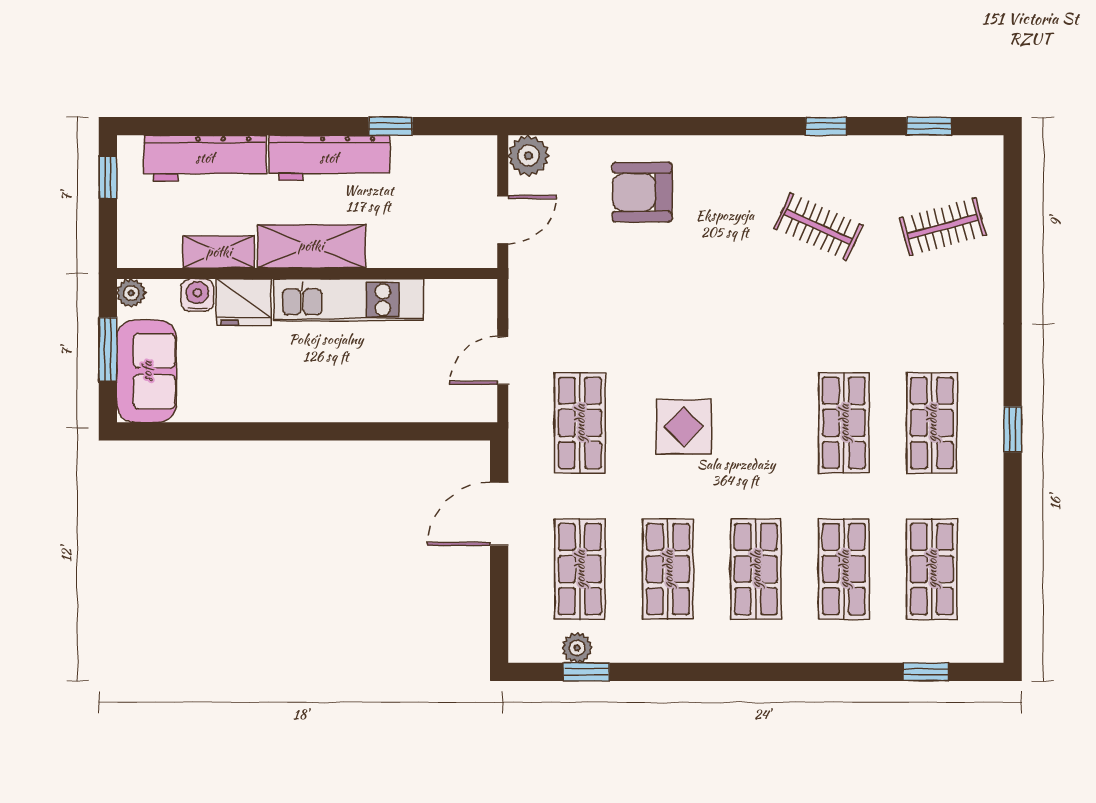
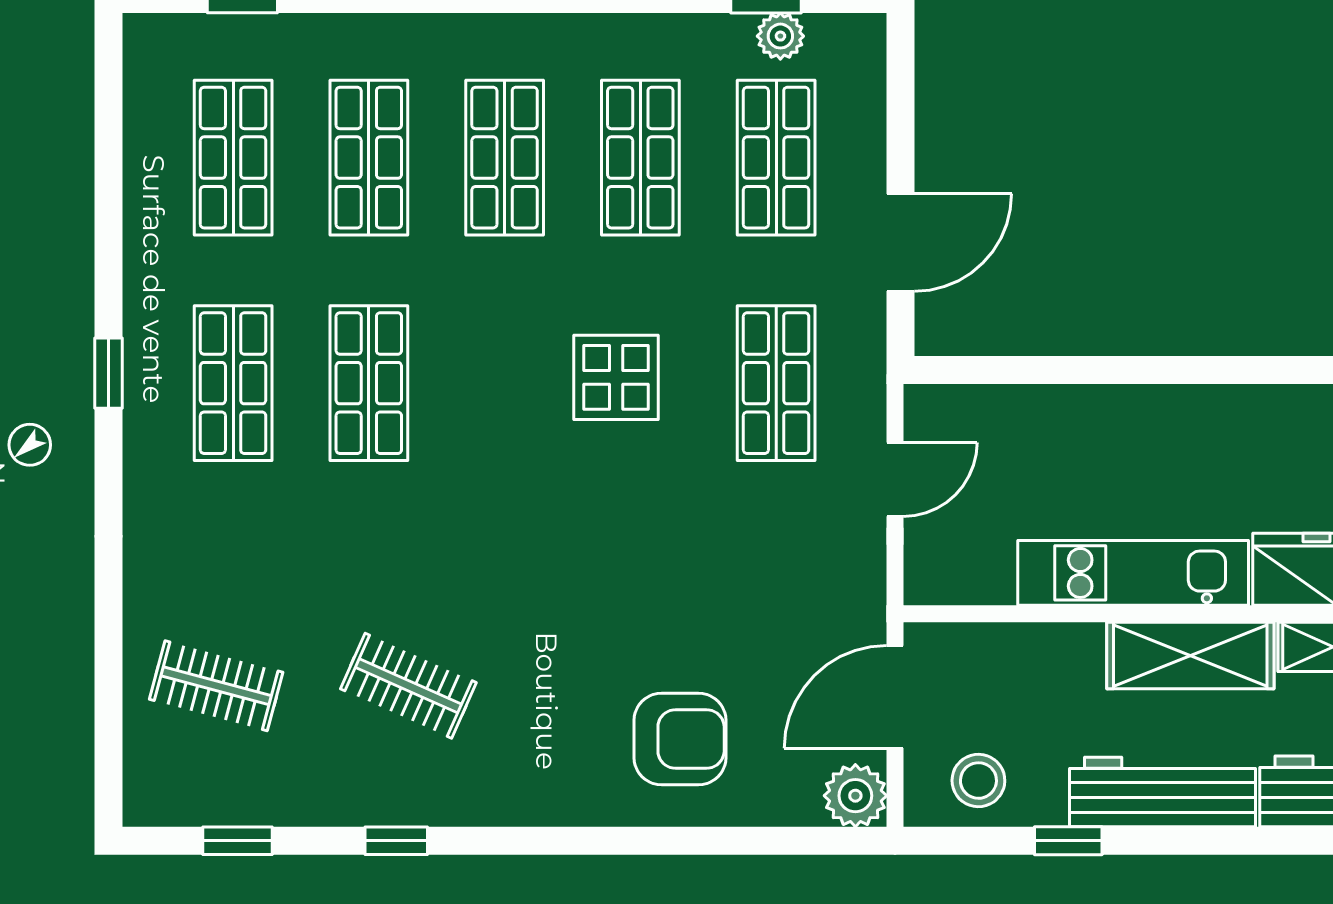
stool: (449, 165) -> (978, 781), added
door: (503, 220) -> (895, 697), width x1.38
clothes rail: (943, 227) -> (216, 686), turned 30

